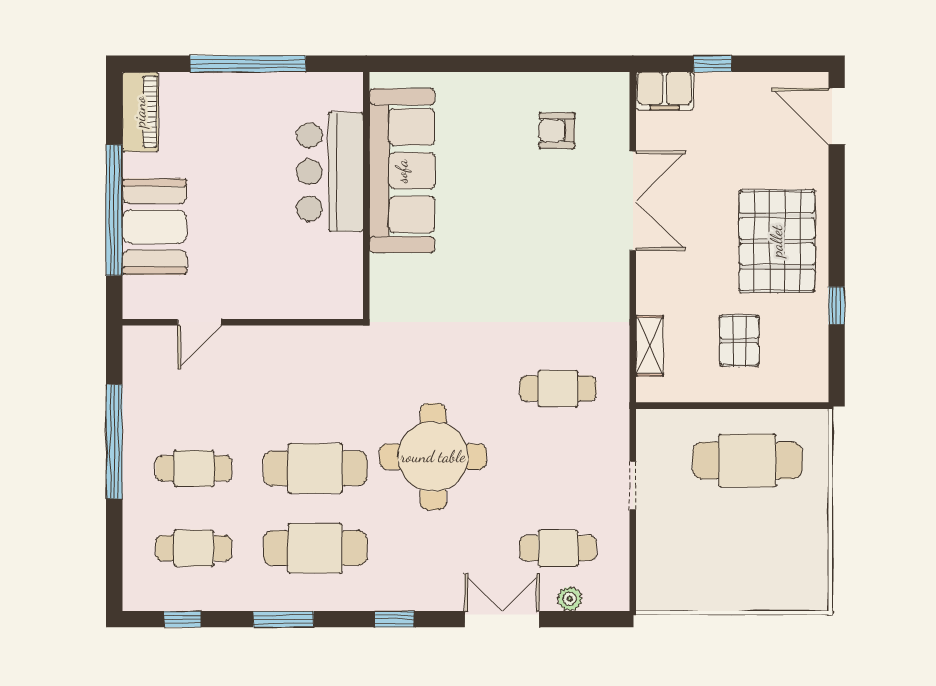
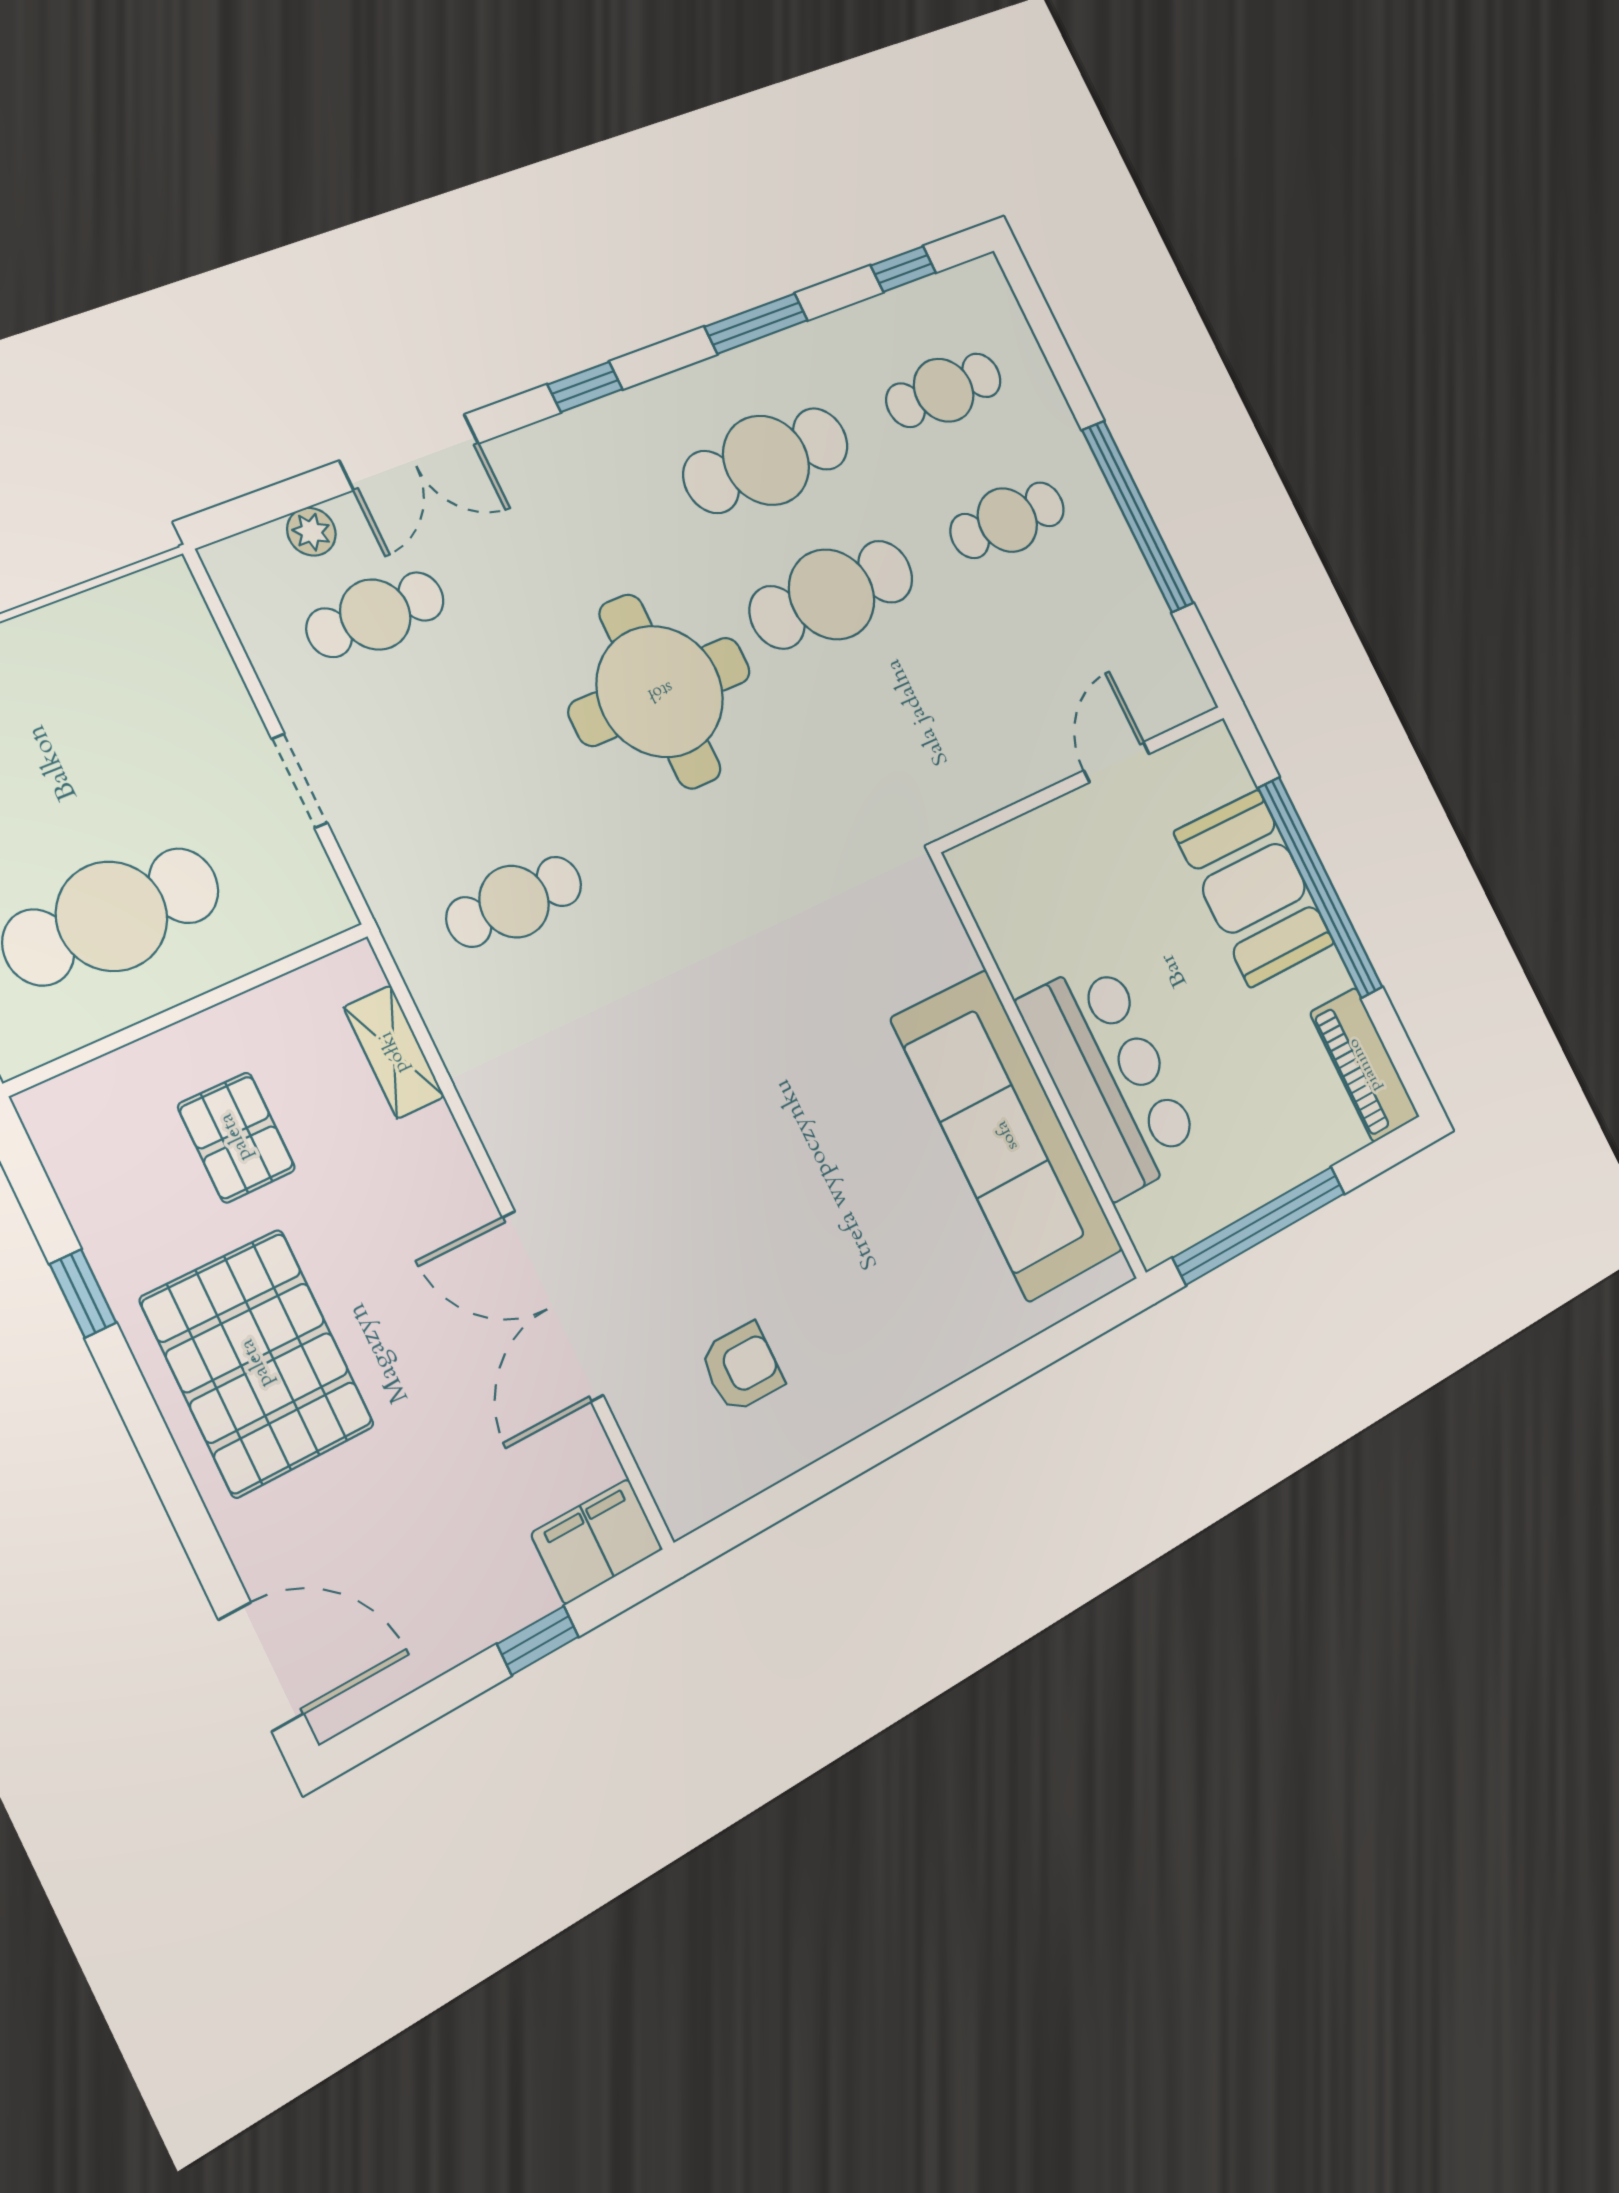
sofa: (402, 171) -> (1007, 1135), moved
bar counter: (330, 172) -> (1110, 1077), moved
wall: (366, 195) -> (1038, 1065), moved

